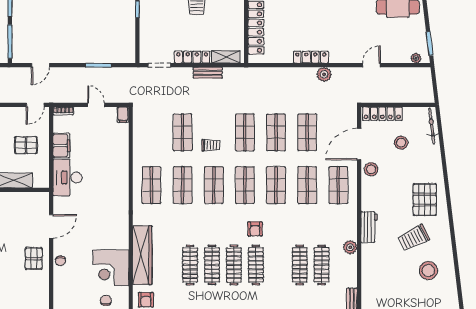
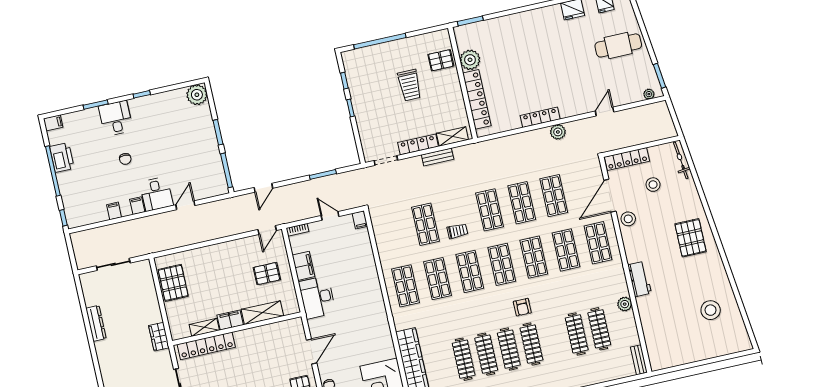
trolley: (414, 238) -> (688, 280), removed

